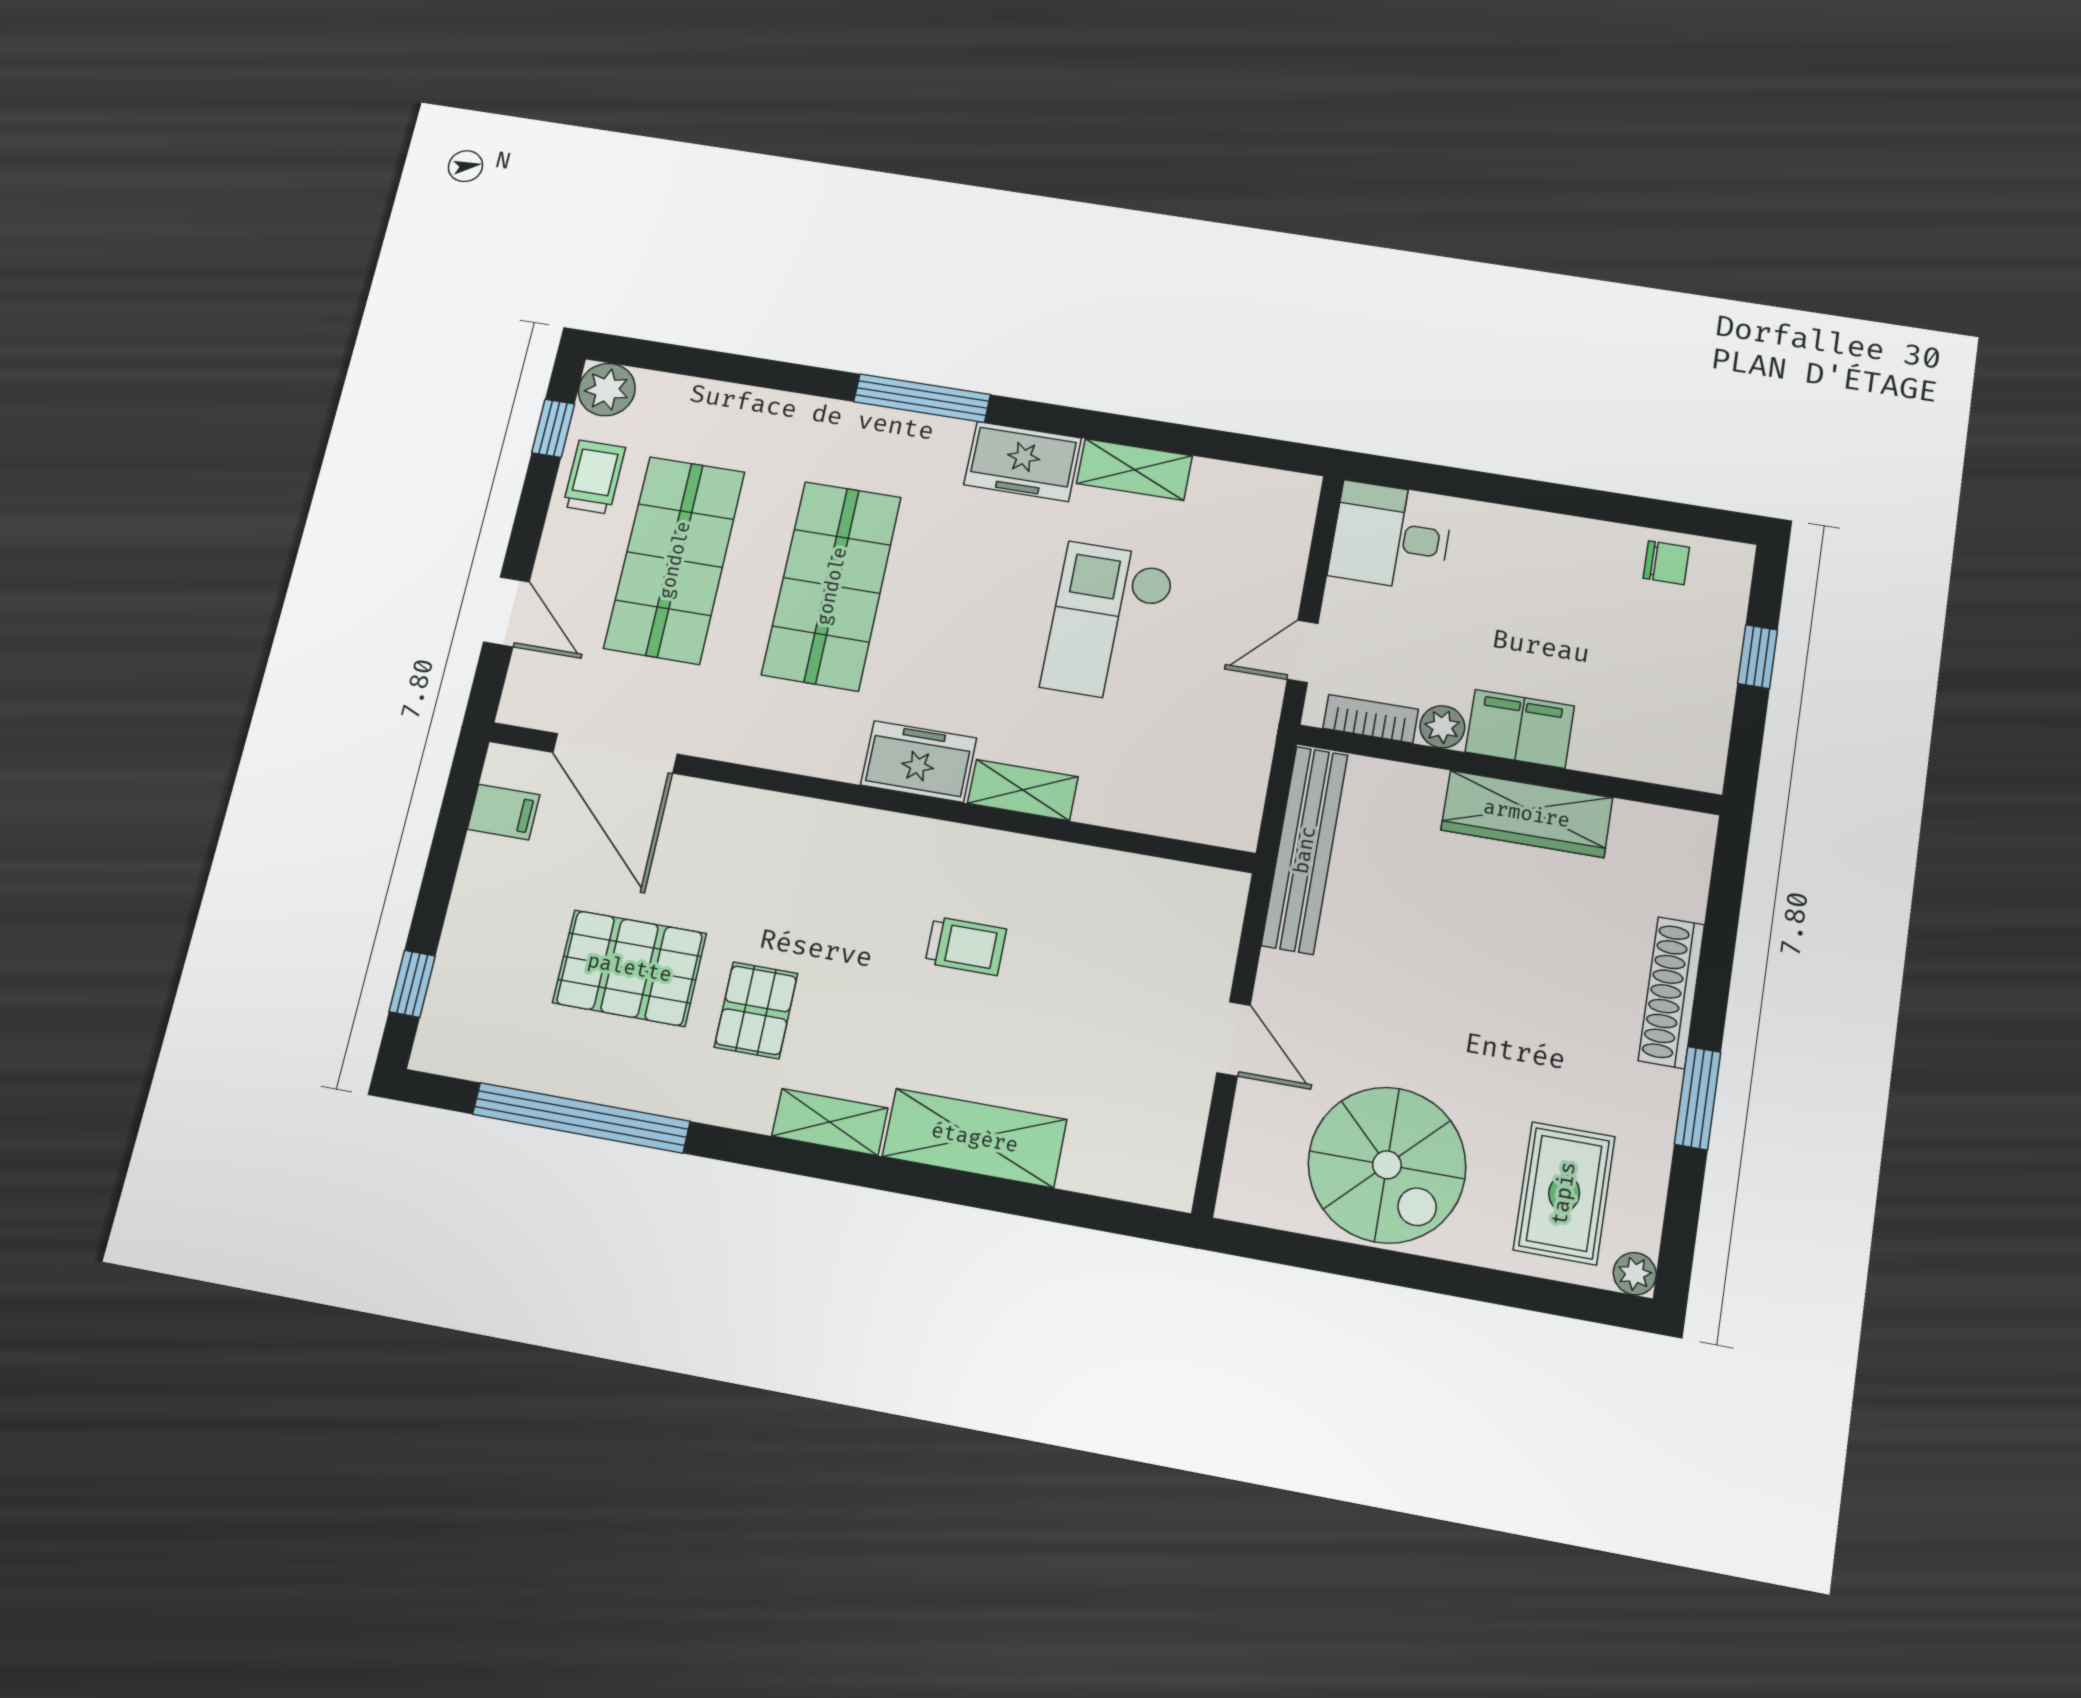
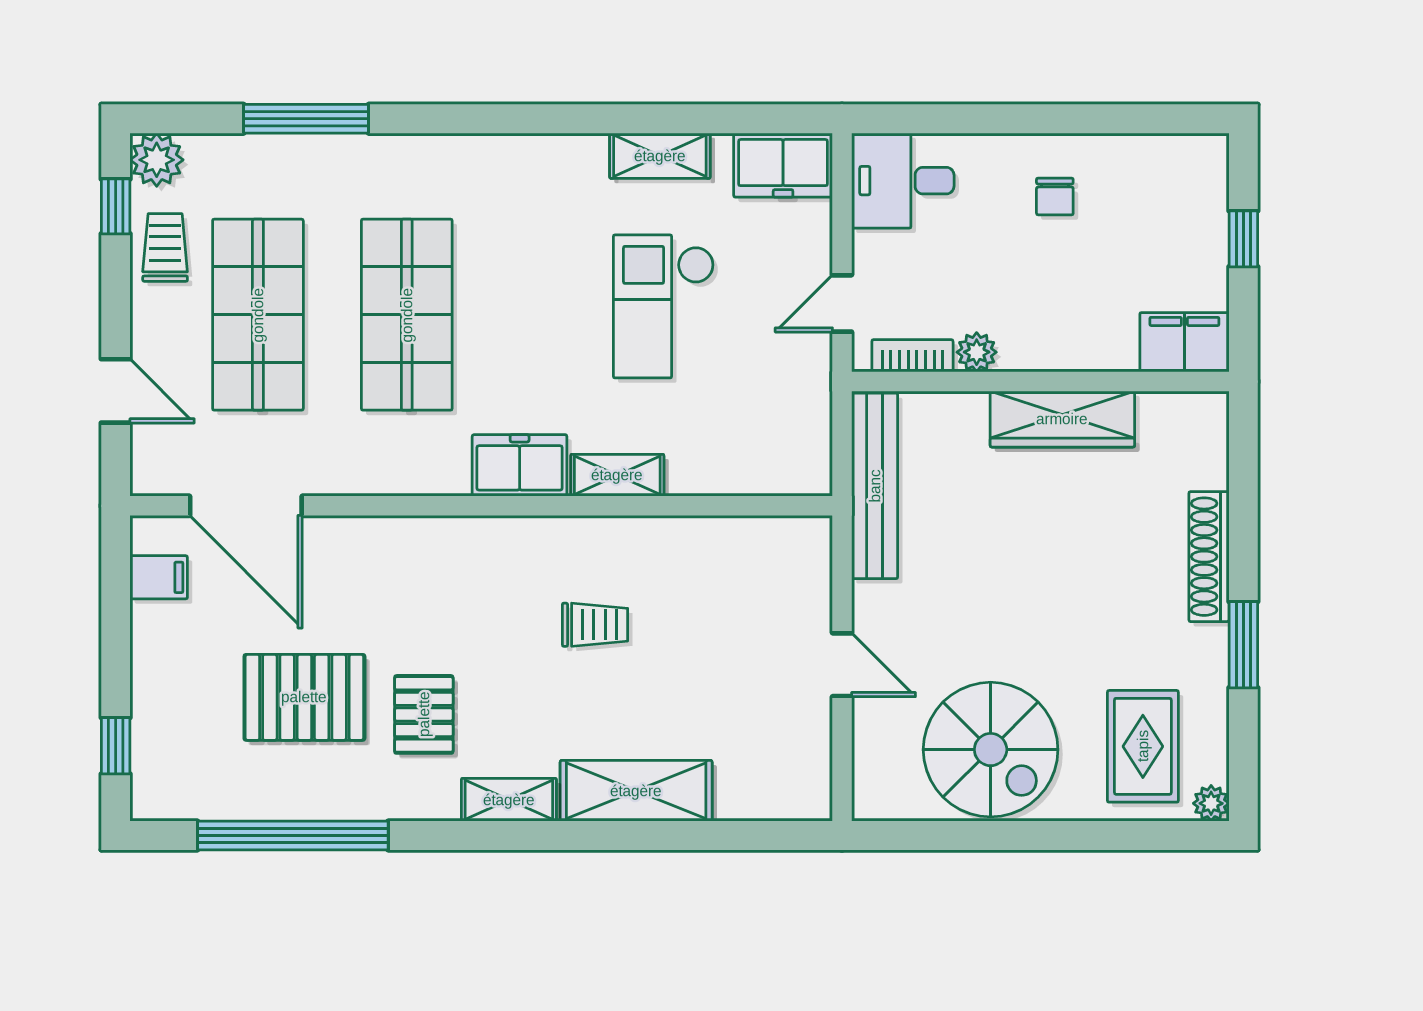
window: (922, 398) -> (306, 119), moved
freezer: (1023, 461) -> (783, 165), moved
chair: (1666, 563) -> (1055, 197), moved, turned 90
filing cabinet: (1520, 729) -> (1184, 342), moved

